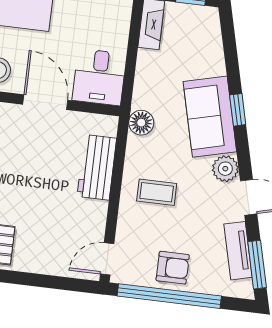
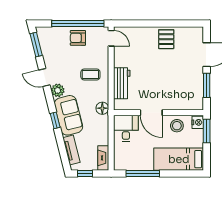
tv unit: (238, 251) -> (71, 150), moved
door: (107, 259) -> (111, 38), hinge flipped

